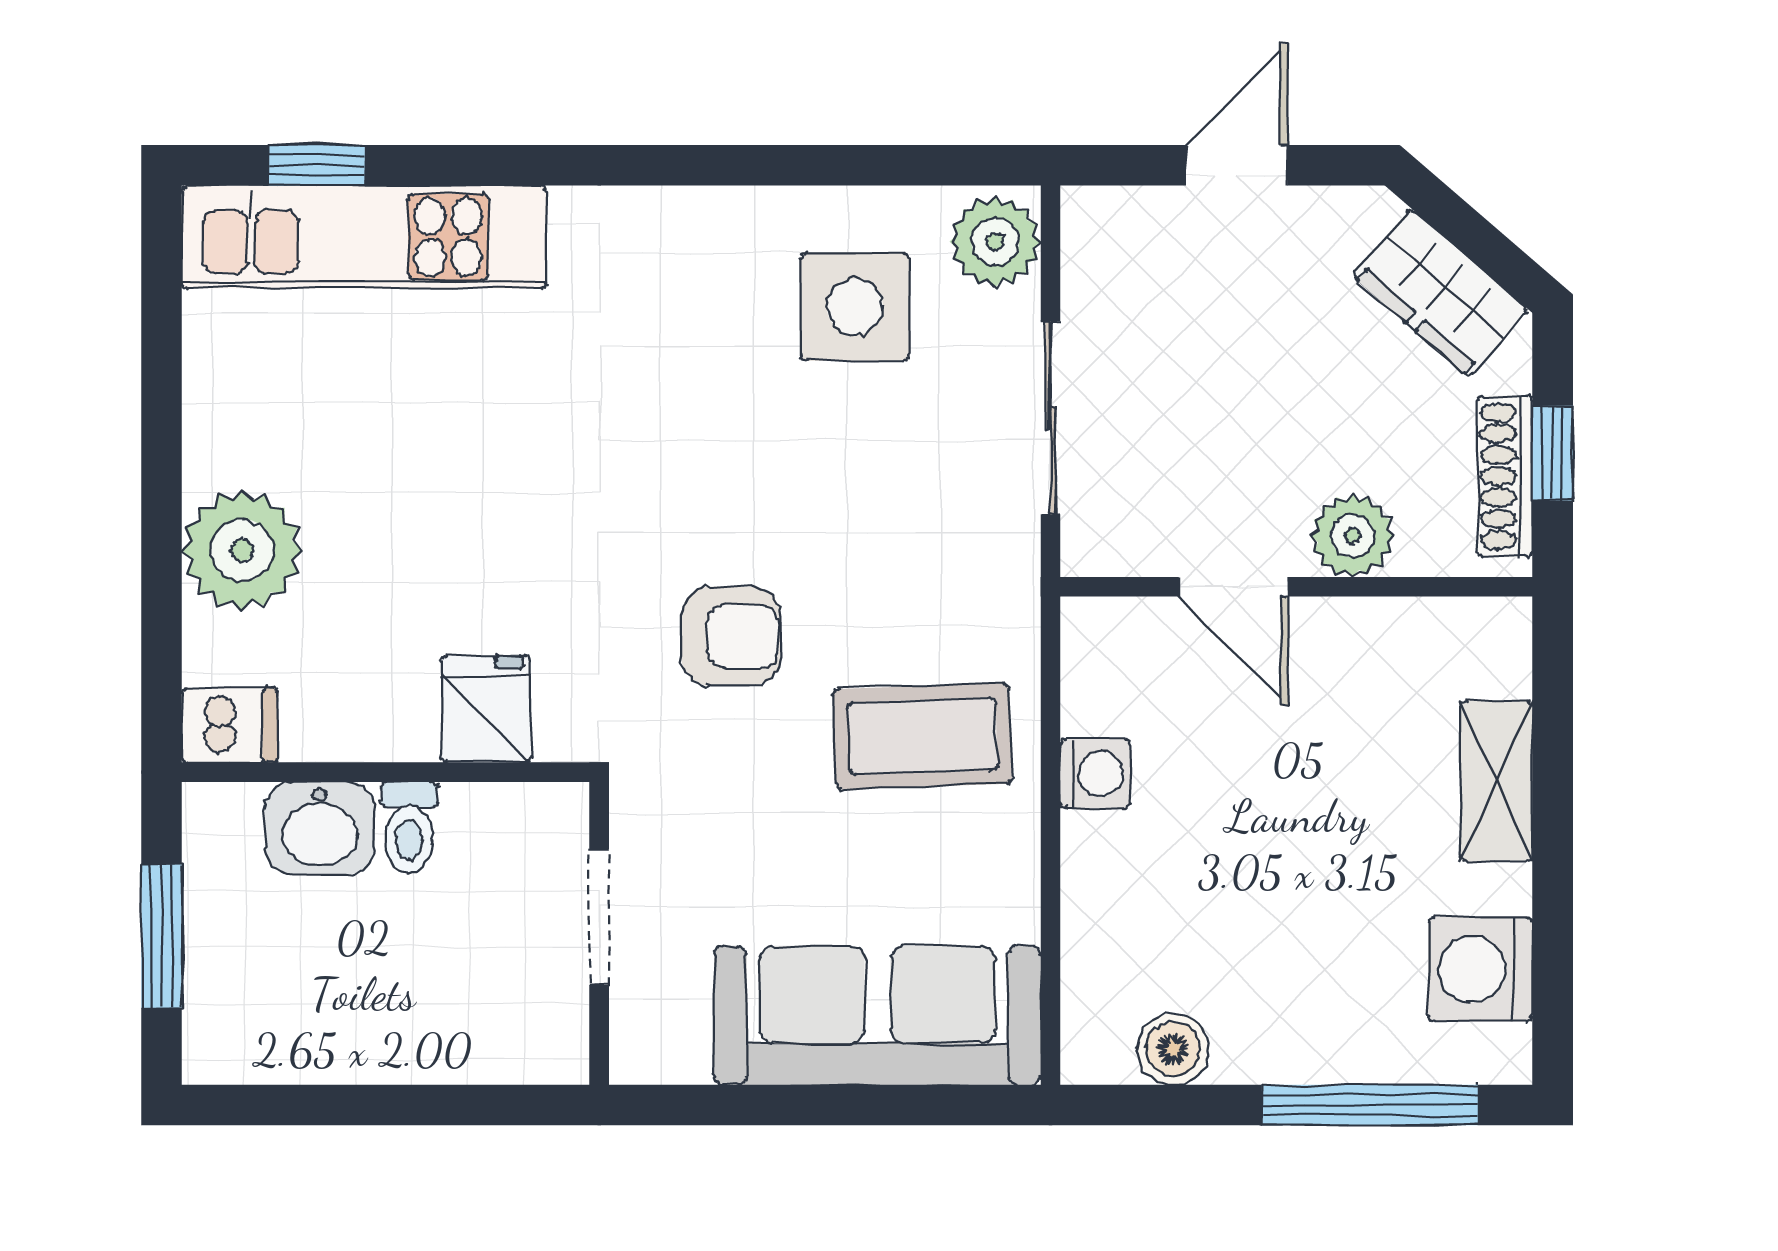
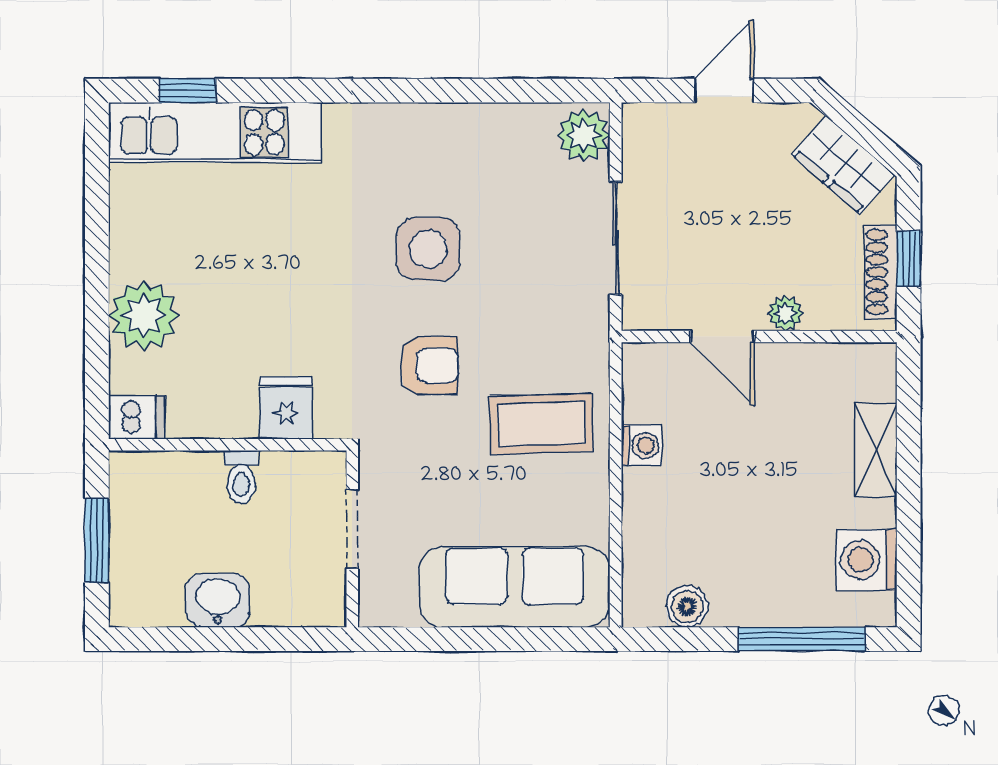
side table: (855, 307) -> (428, 249), moved
plant: (1352, 536) -> (785, 313), width x0.73, depth x0.73
washbasin: (320, 828) -> (218, 600), moved, turned 180

